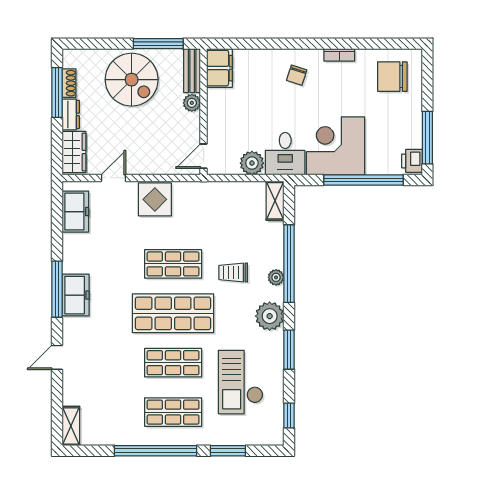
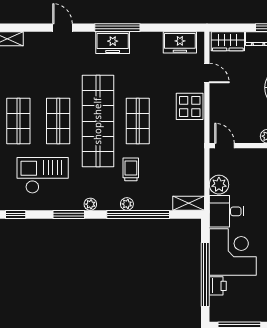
printer: (412, 161) -> (218, 286), moved, turned 90
shop shelf: (173, 313) -> (98, 121), width x1.40
plant: (270, 316) -> (90, 204), width x0.53, depth x0.53

